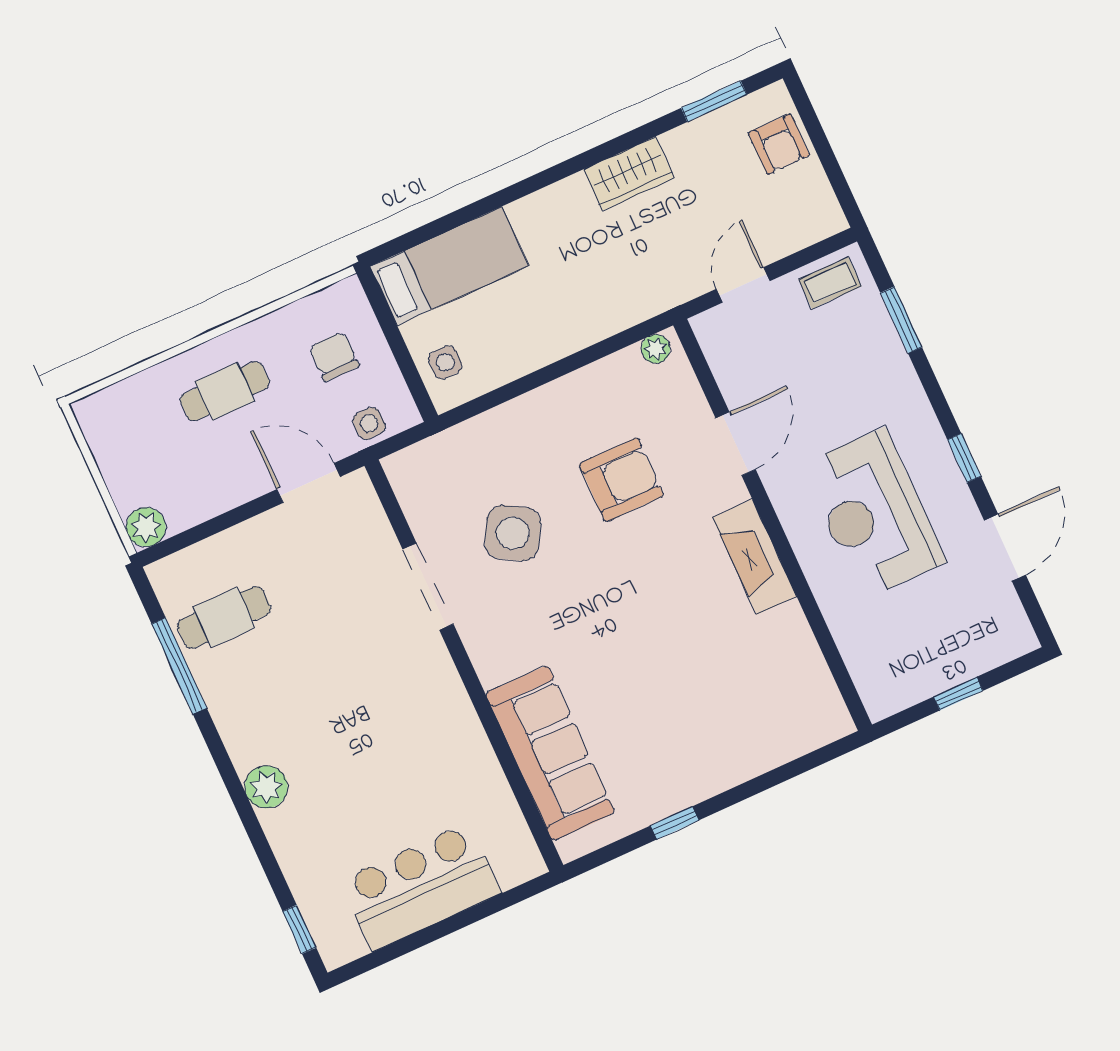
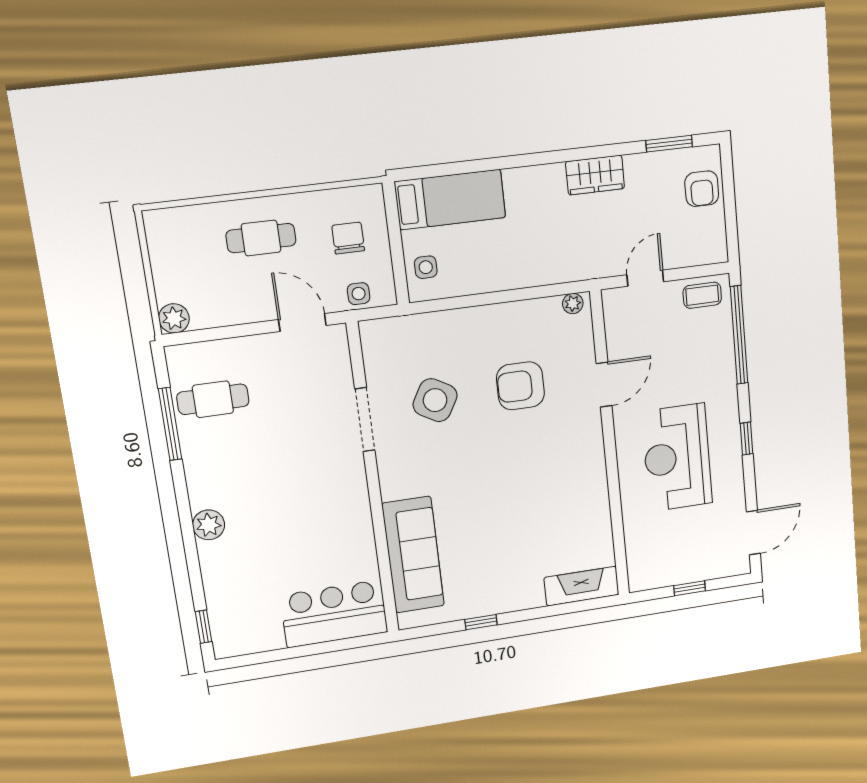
window: (901, 320) -> (739, 335), width x2.11
armchair: (621, 480) -> (520, 386), turned 180
door: (1005, 548) -> (753, 533), moved
fireplace: (754, 557) -> (581, 586), moved, turned 90
bar counter: (421, 887) -> (334, 614), moved

